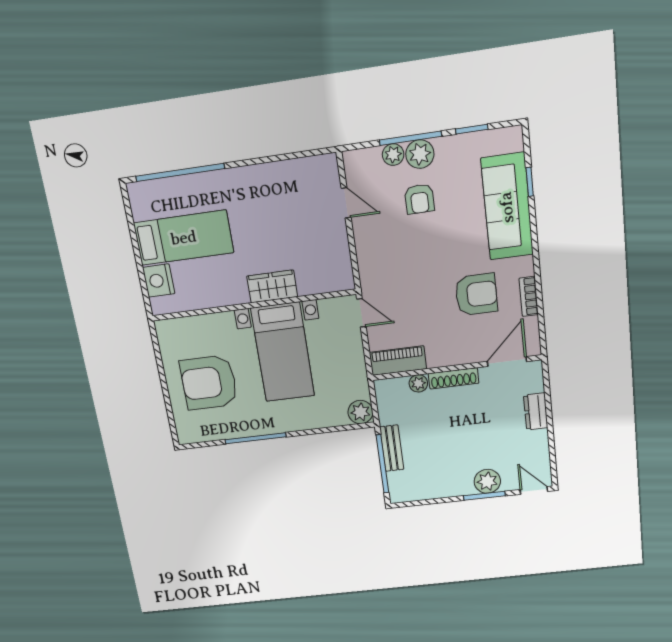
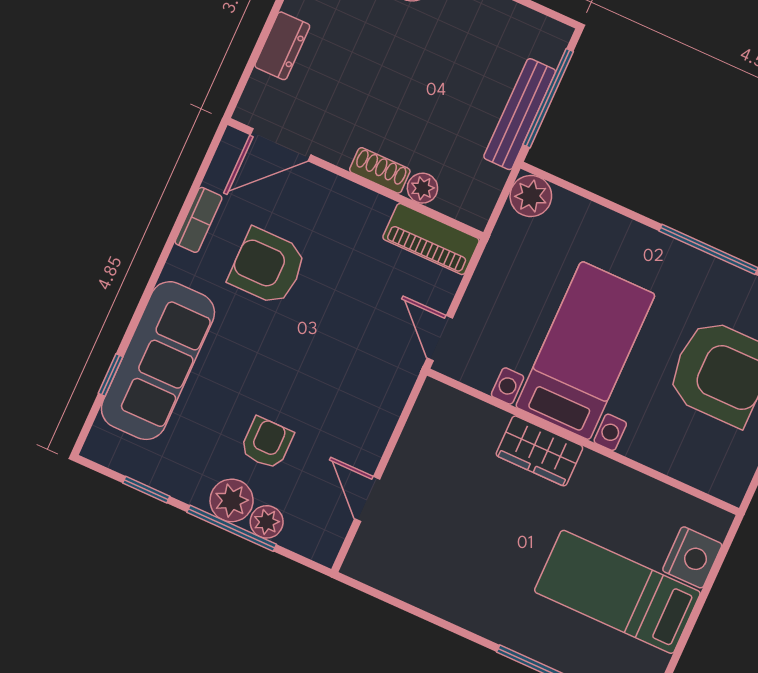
shoe rack: (454, 378) -> (380, 170), width x0.70
bench: (392, 448) -> (520, 114), width x1.36

